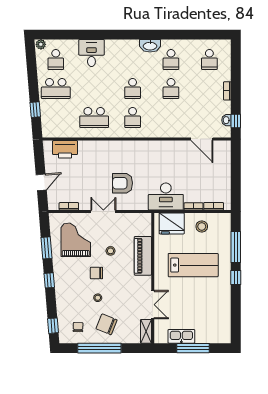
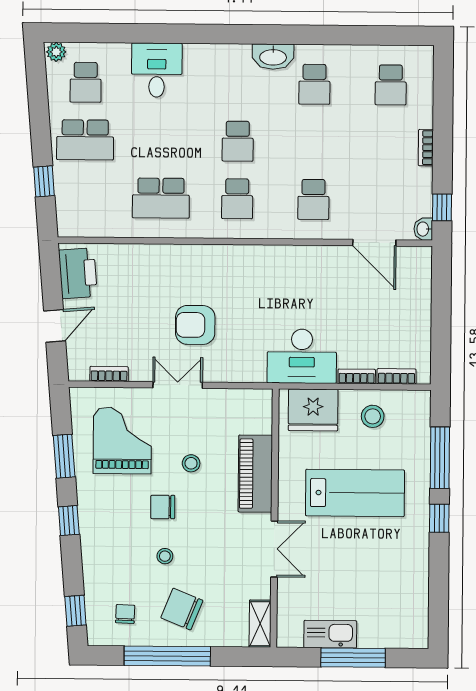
school desk: (171, 89) -> (313, 199), moved
washbasin: (226, 120) -> (423, 229), moved
printer: (65, 149) -> (78, 273), moved, turned -95
armchair: (123, 183) -> (195, 325), moved
double door: (153, 305) -> (274, 549), moved

